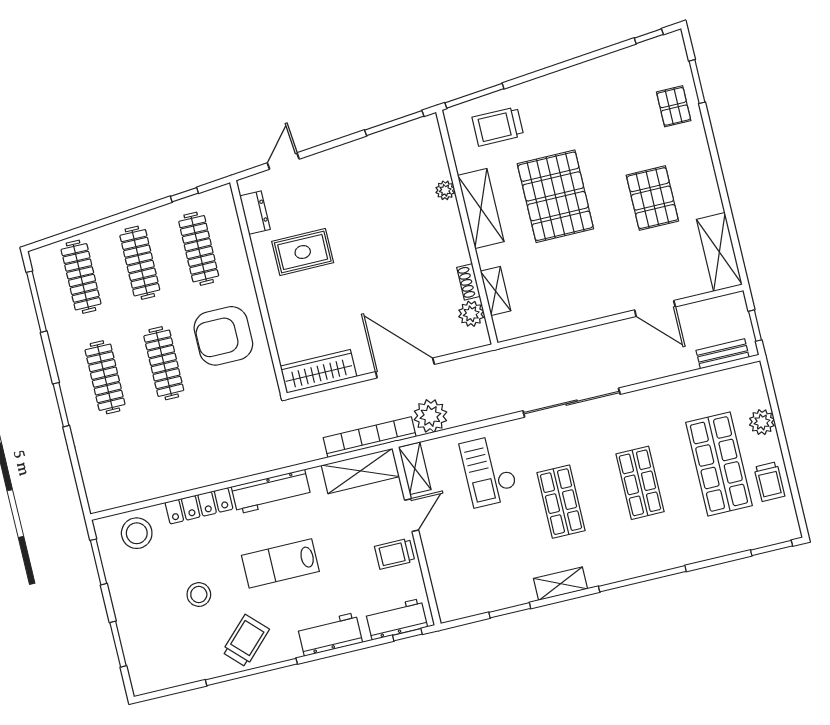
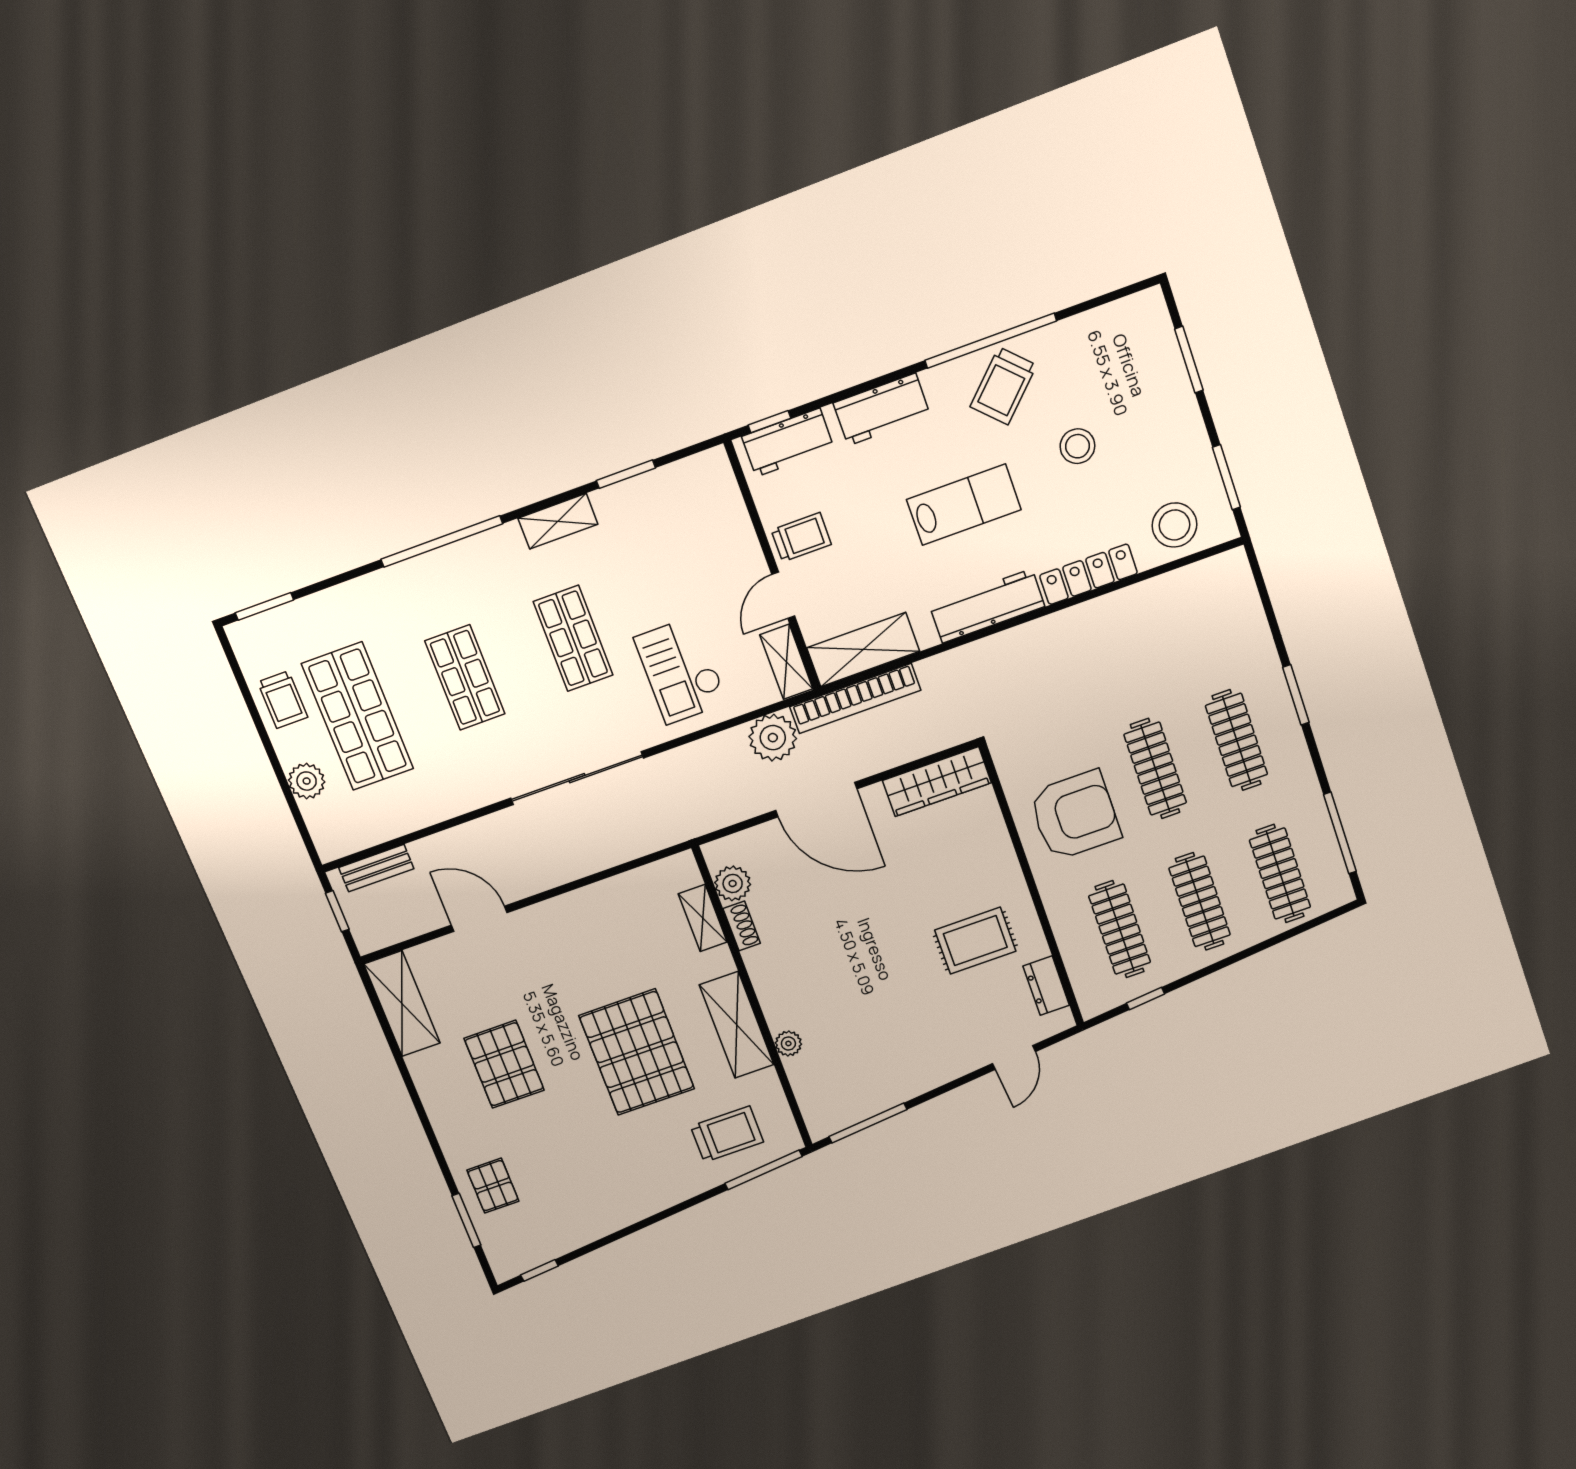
checkout: (489, 471) -> (681, 670), turned 180
trolley: (769, 482) -> (283, 700), turned 180

